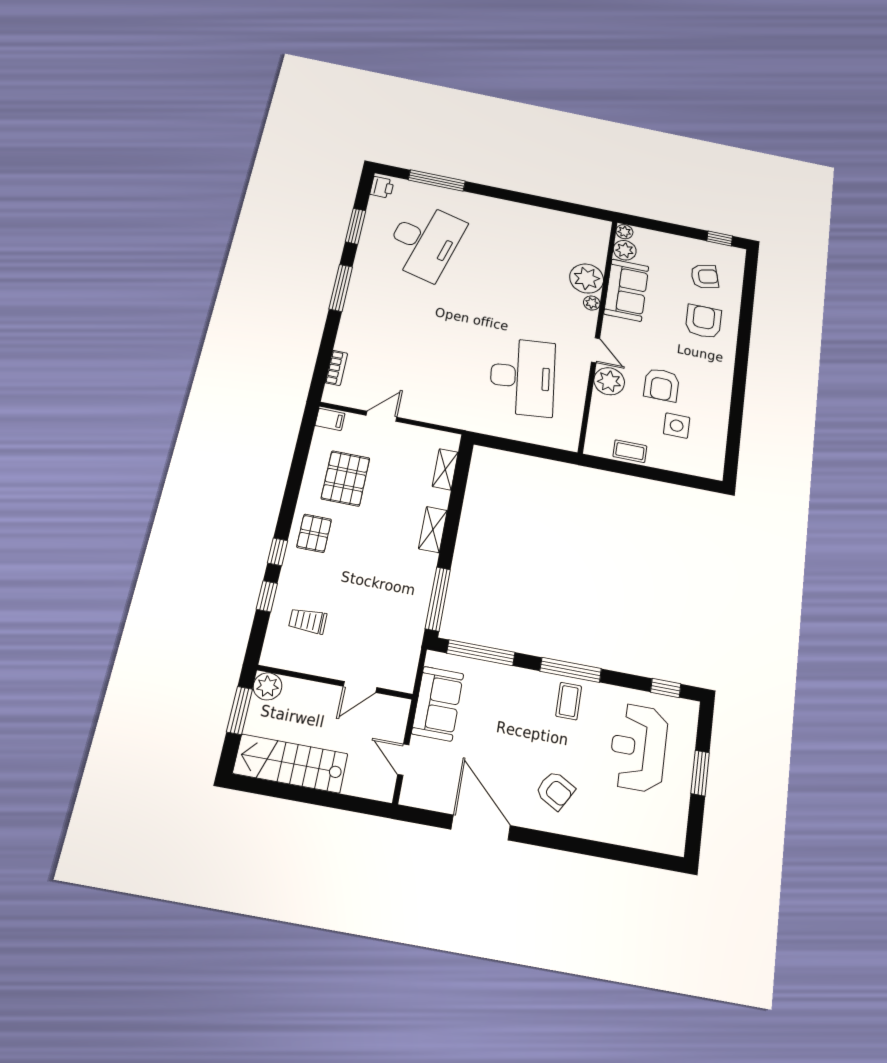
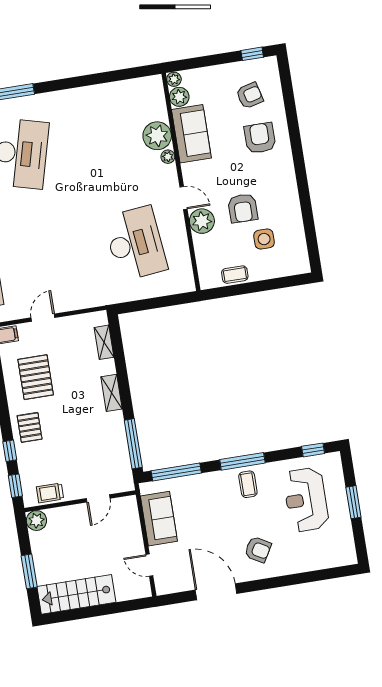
wall: (335, 682) -> (80, 501), moved
plant: (267, 686) -> (36, 521), moved
door: (360, 687) -> (98, 498), moved

